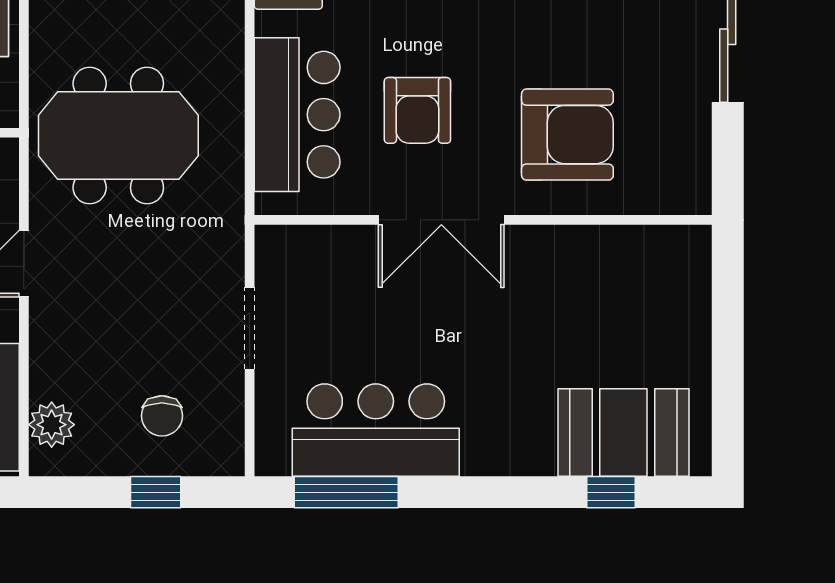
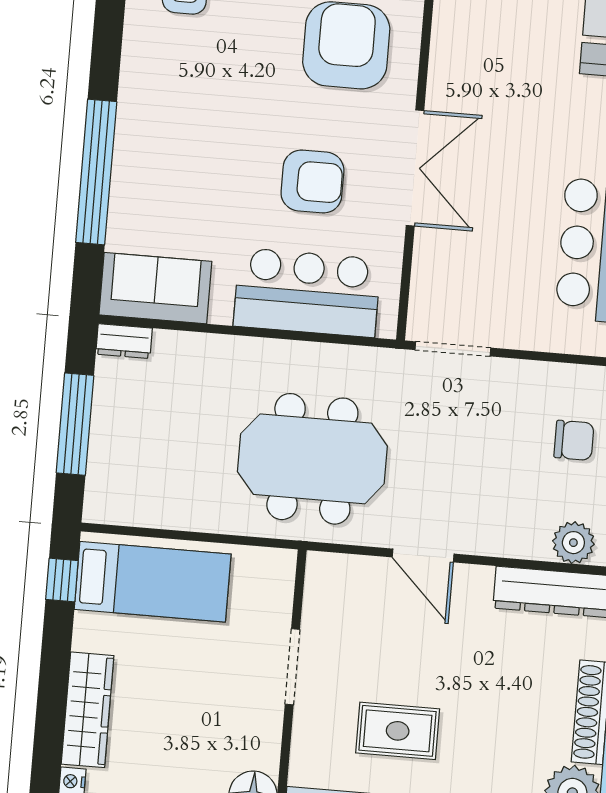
meeting table: (118, 136) -> (312, 459), turned 90
doorway: (250, 328) -> (453, 349), moved

